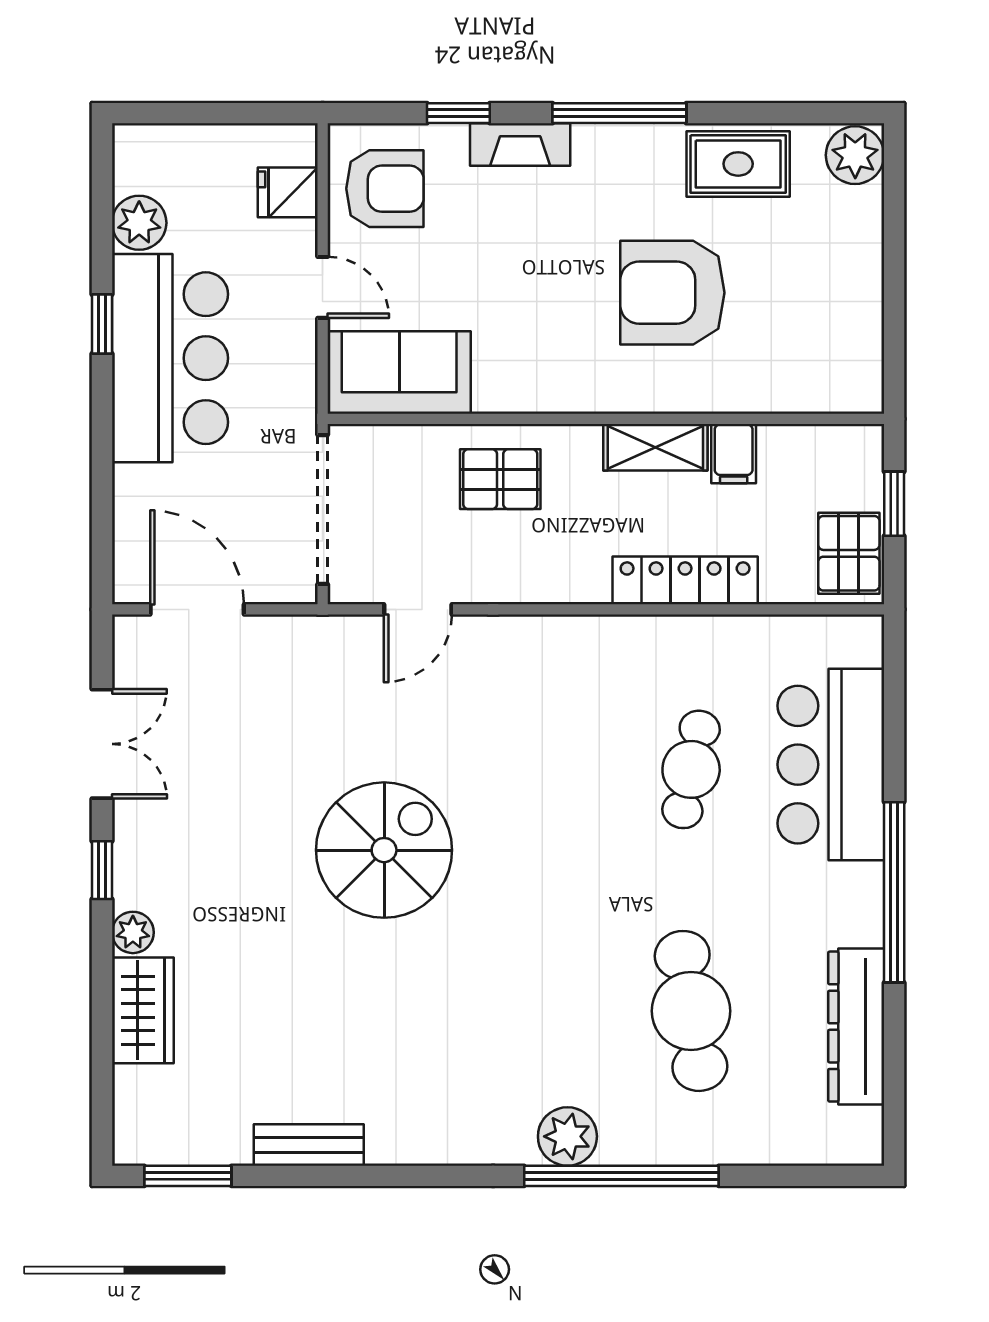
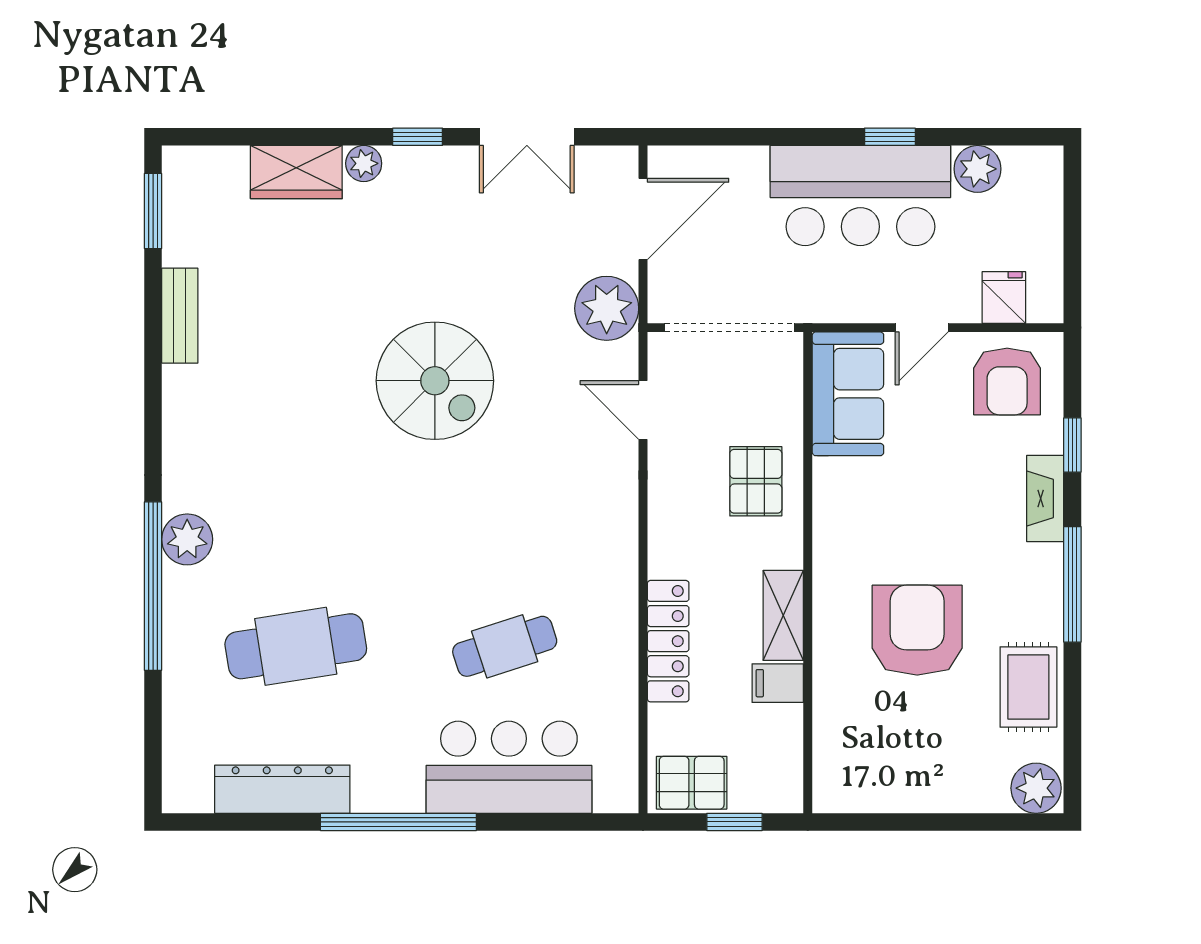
plant: (300, 651) -> (607, 308), added
cafe table: (691, 769) -> (505, 646), turned -30

